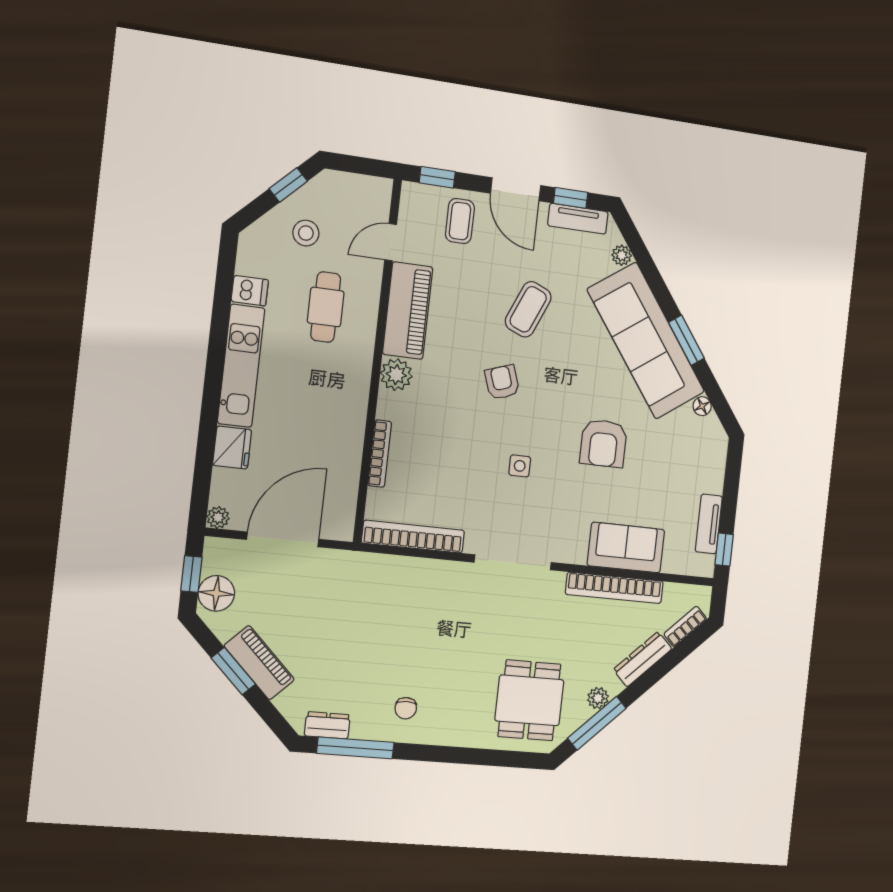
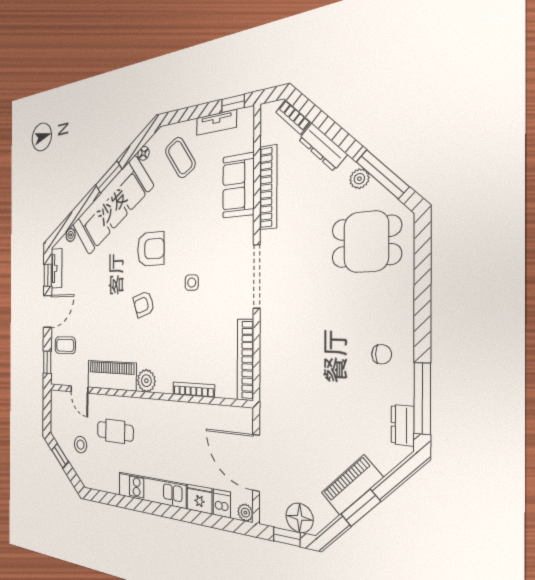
dishwasher: (250, 291) -> (222, 503), moved
coffee table: (528, 309) -> (180, 157), moved, turned 34
armchair: (603, 443) -> (151, 249), moved

